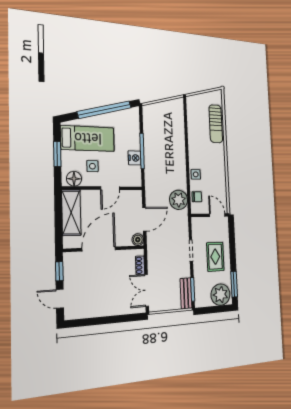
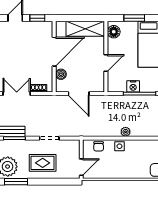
side table: (92, 166) -> (125, 48), removed
door: (110, 188) -> (106, 63), swing flipped
plant: (179, 200) -> (126, 132), moved, width x0.53, depth x0.53
boiler: (138, 240) -> (61, 74), moved
door: (99, 249) -> (54, 52), hinge flipped

